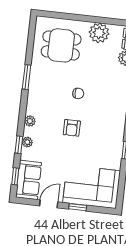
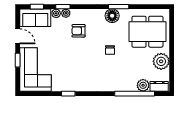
dining table: (61, 45) -> (147, 32), width x1.38
floor lamp: (37, 86) -> (112, 16), added
plant: (30, 121) -> (56, 13), moved
armchair: (72, 128) -> (79, 31), moved

